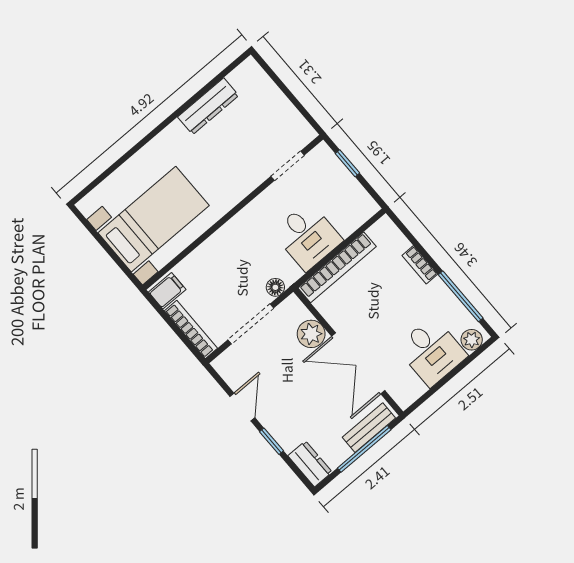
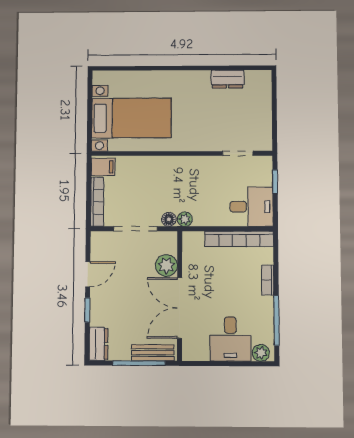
dresser: (208, 106) -> (227, 79), width x0.70
desk: (307, 236) -> (252, 207), moved, turned -90
bookcase: (337, 267) -> (239, 239), moved
plant: (291, 274) -> (185, 219), added

